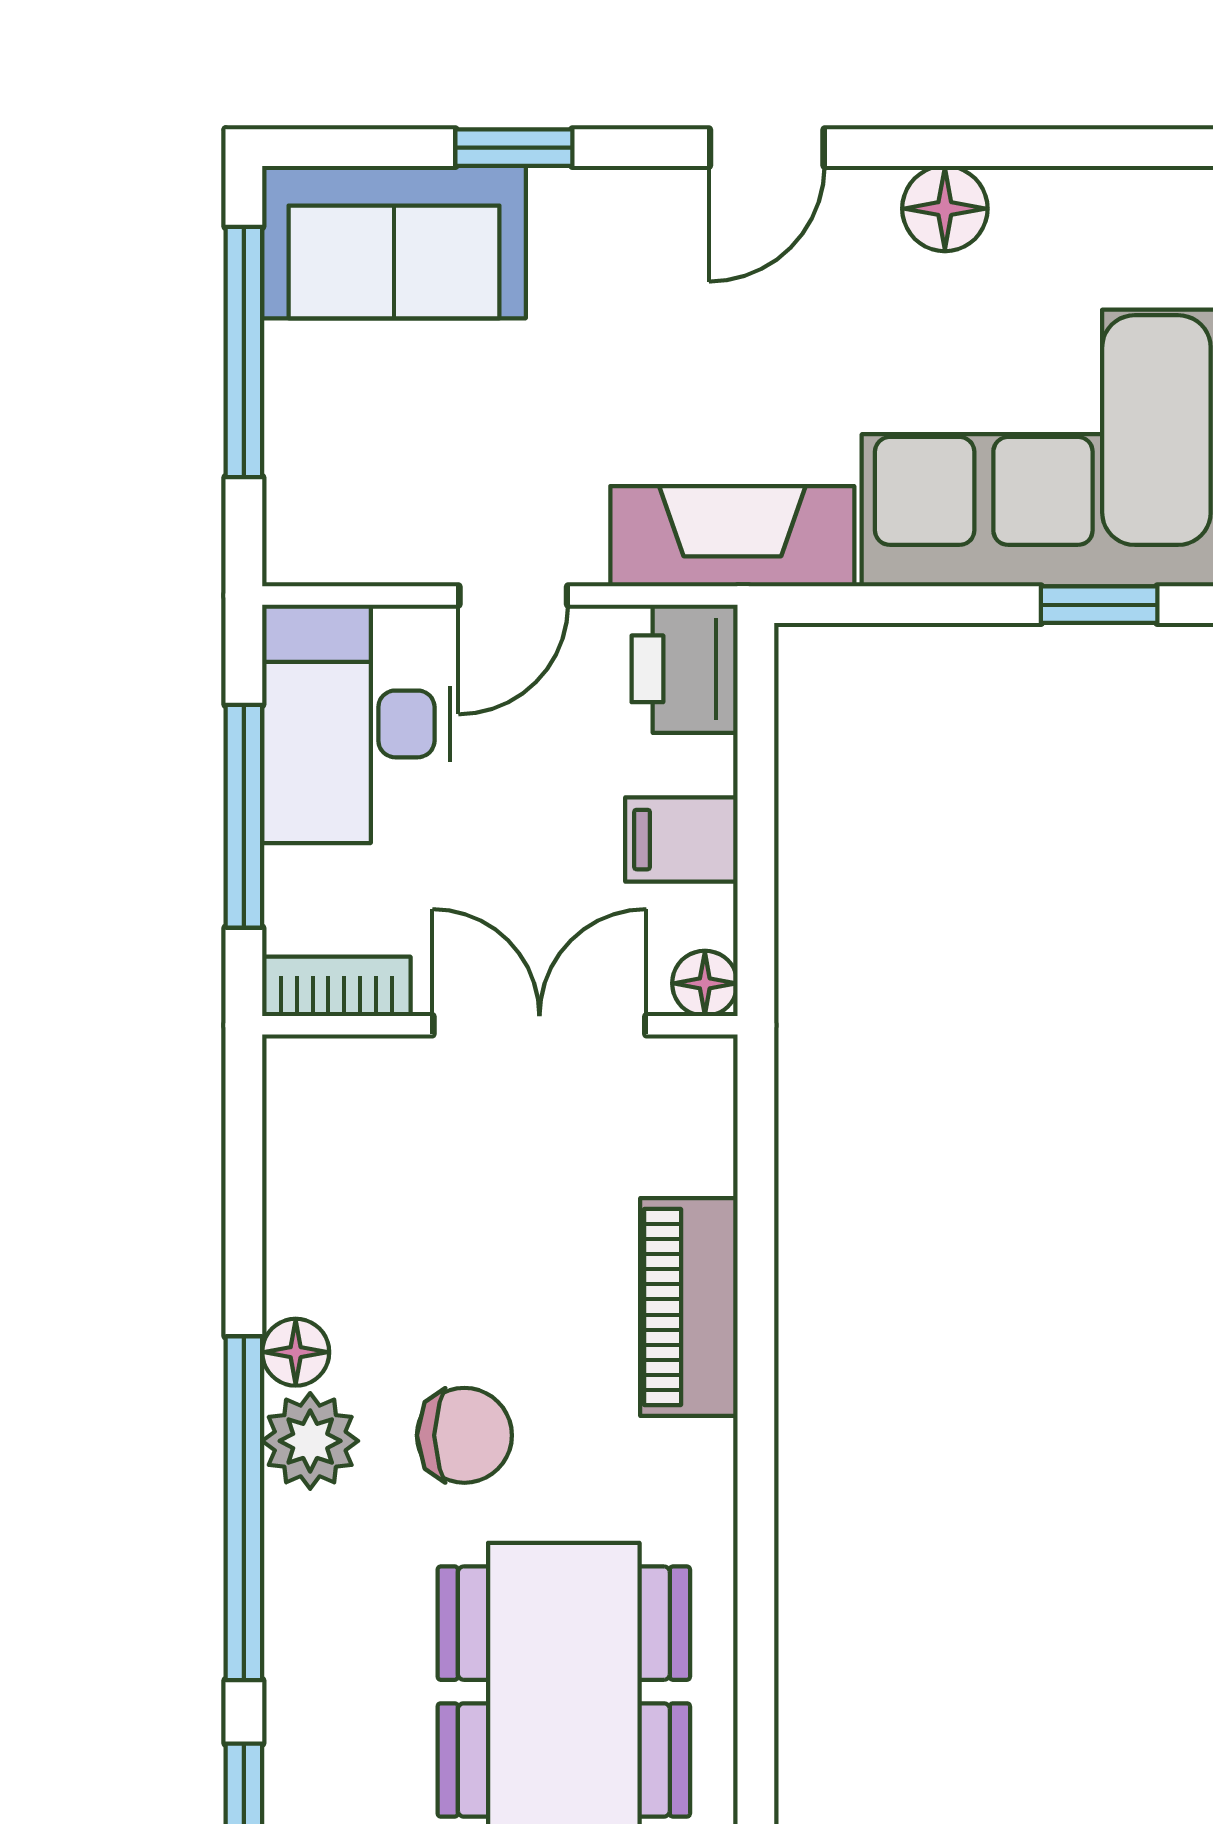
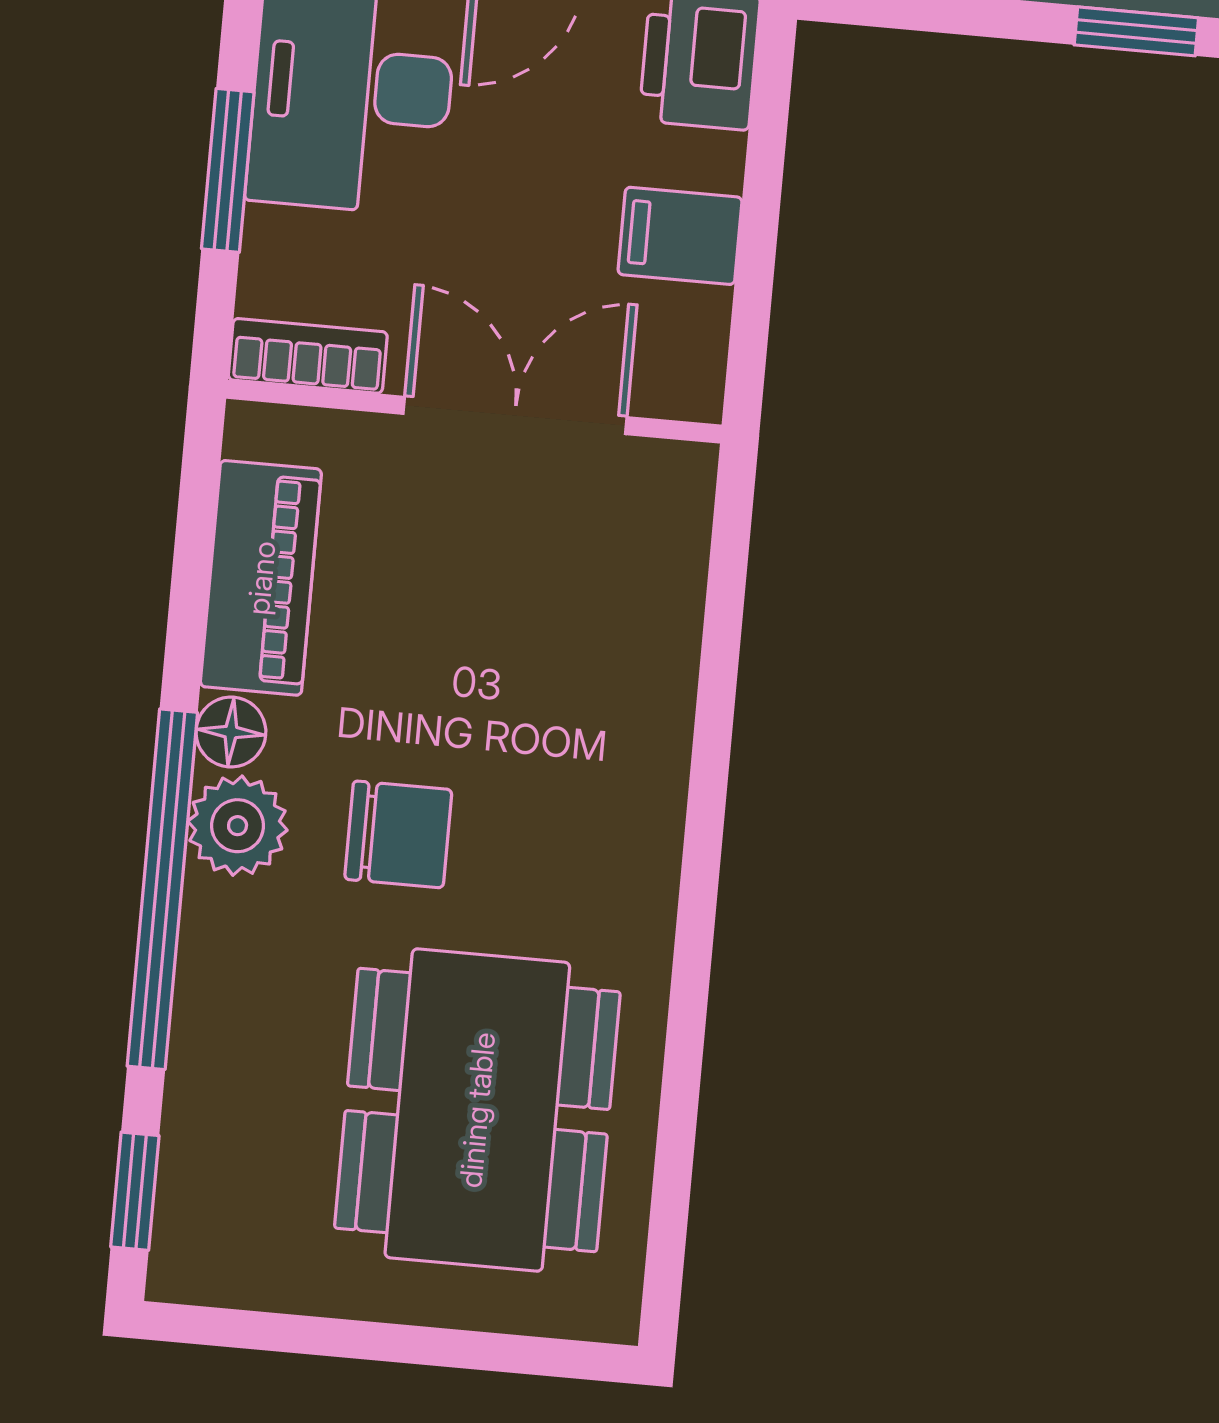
window: (244, 816) -> (228, 170), width x0.69
floor lamp: (705, 983) -> (691, 388), removed
piano: (689, 1307) -> (261, 578), moved, turned 180

